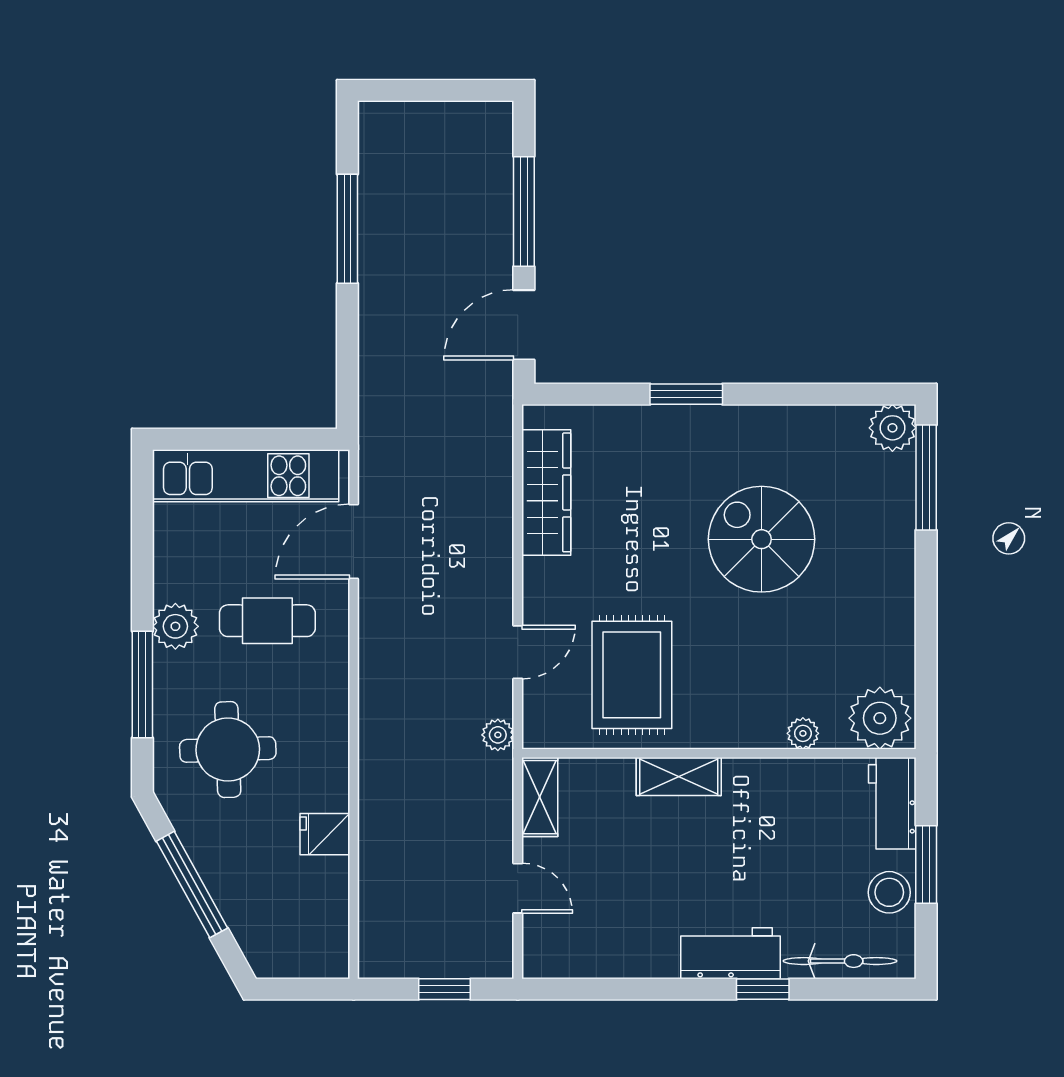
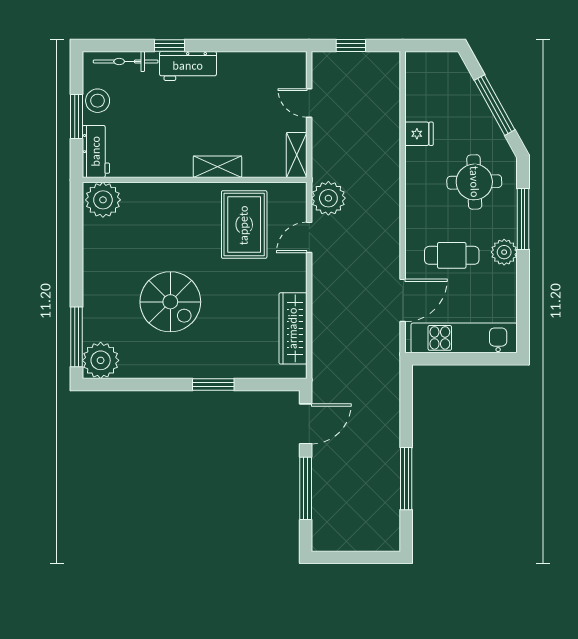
plant: (892, 428) -> (101, 360), width x1.36, depth x1.36
plant: (803, 733) -> (147, 191), removed
plant: (498, 735) -> (328, 198), width x1.87, depth x1.87

